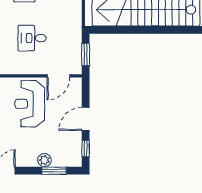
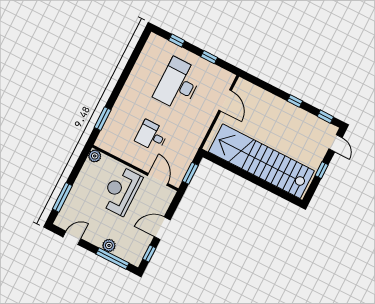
door: (58, 76) -> (158, 179), swing flipped
window: (54, 171) -> (112, 259), width x1.44

